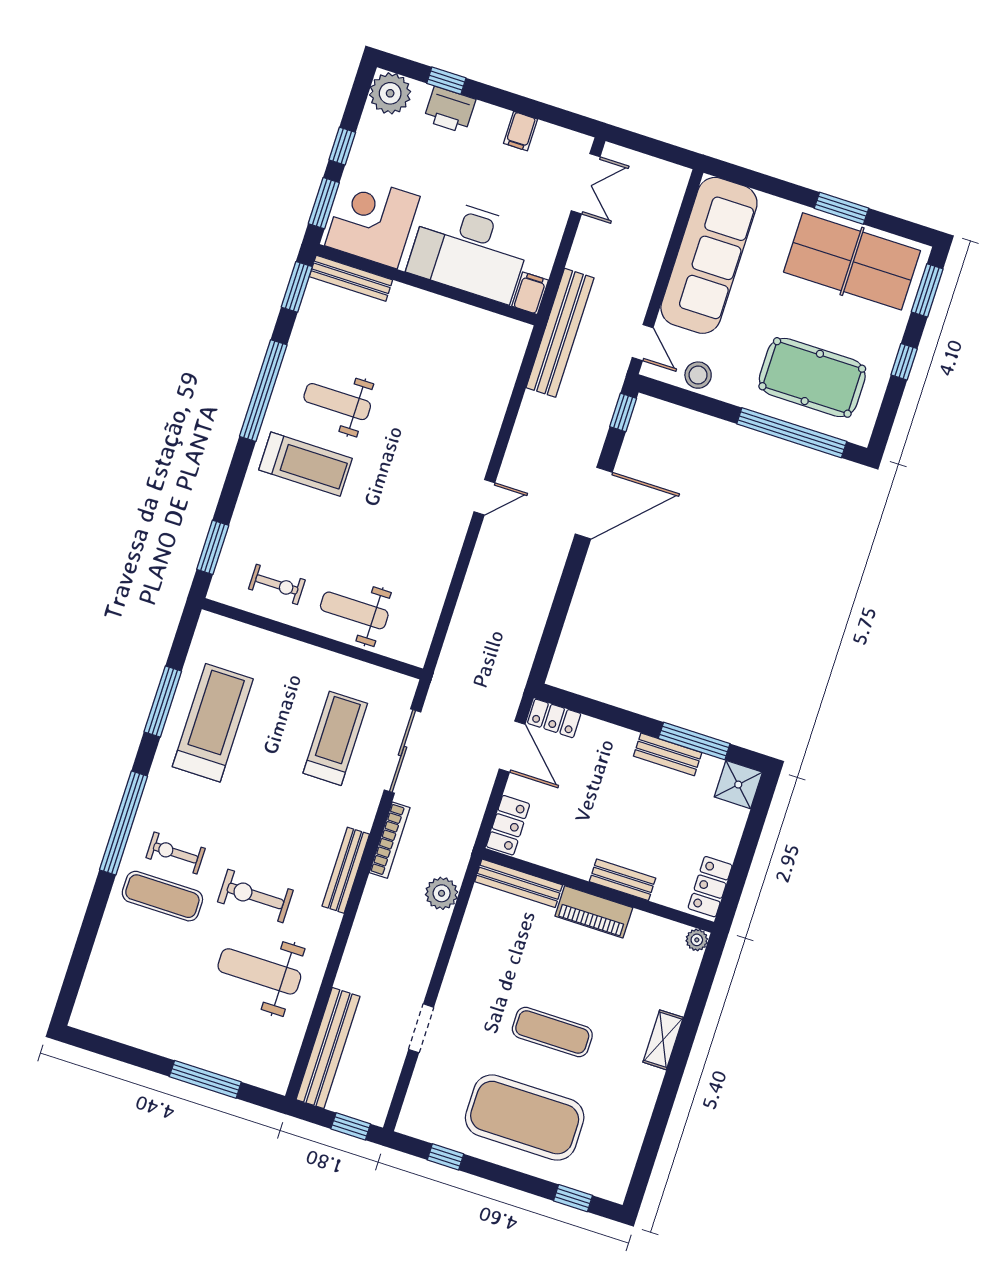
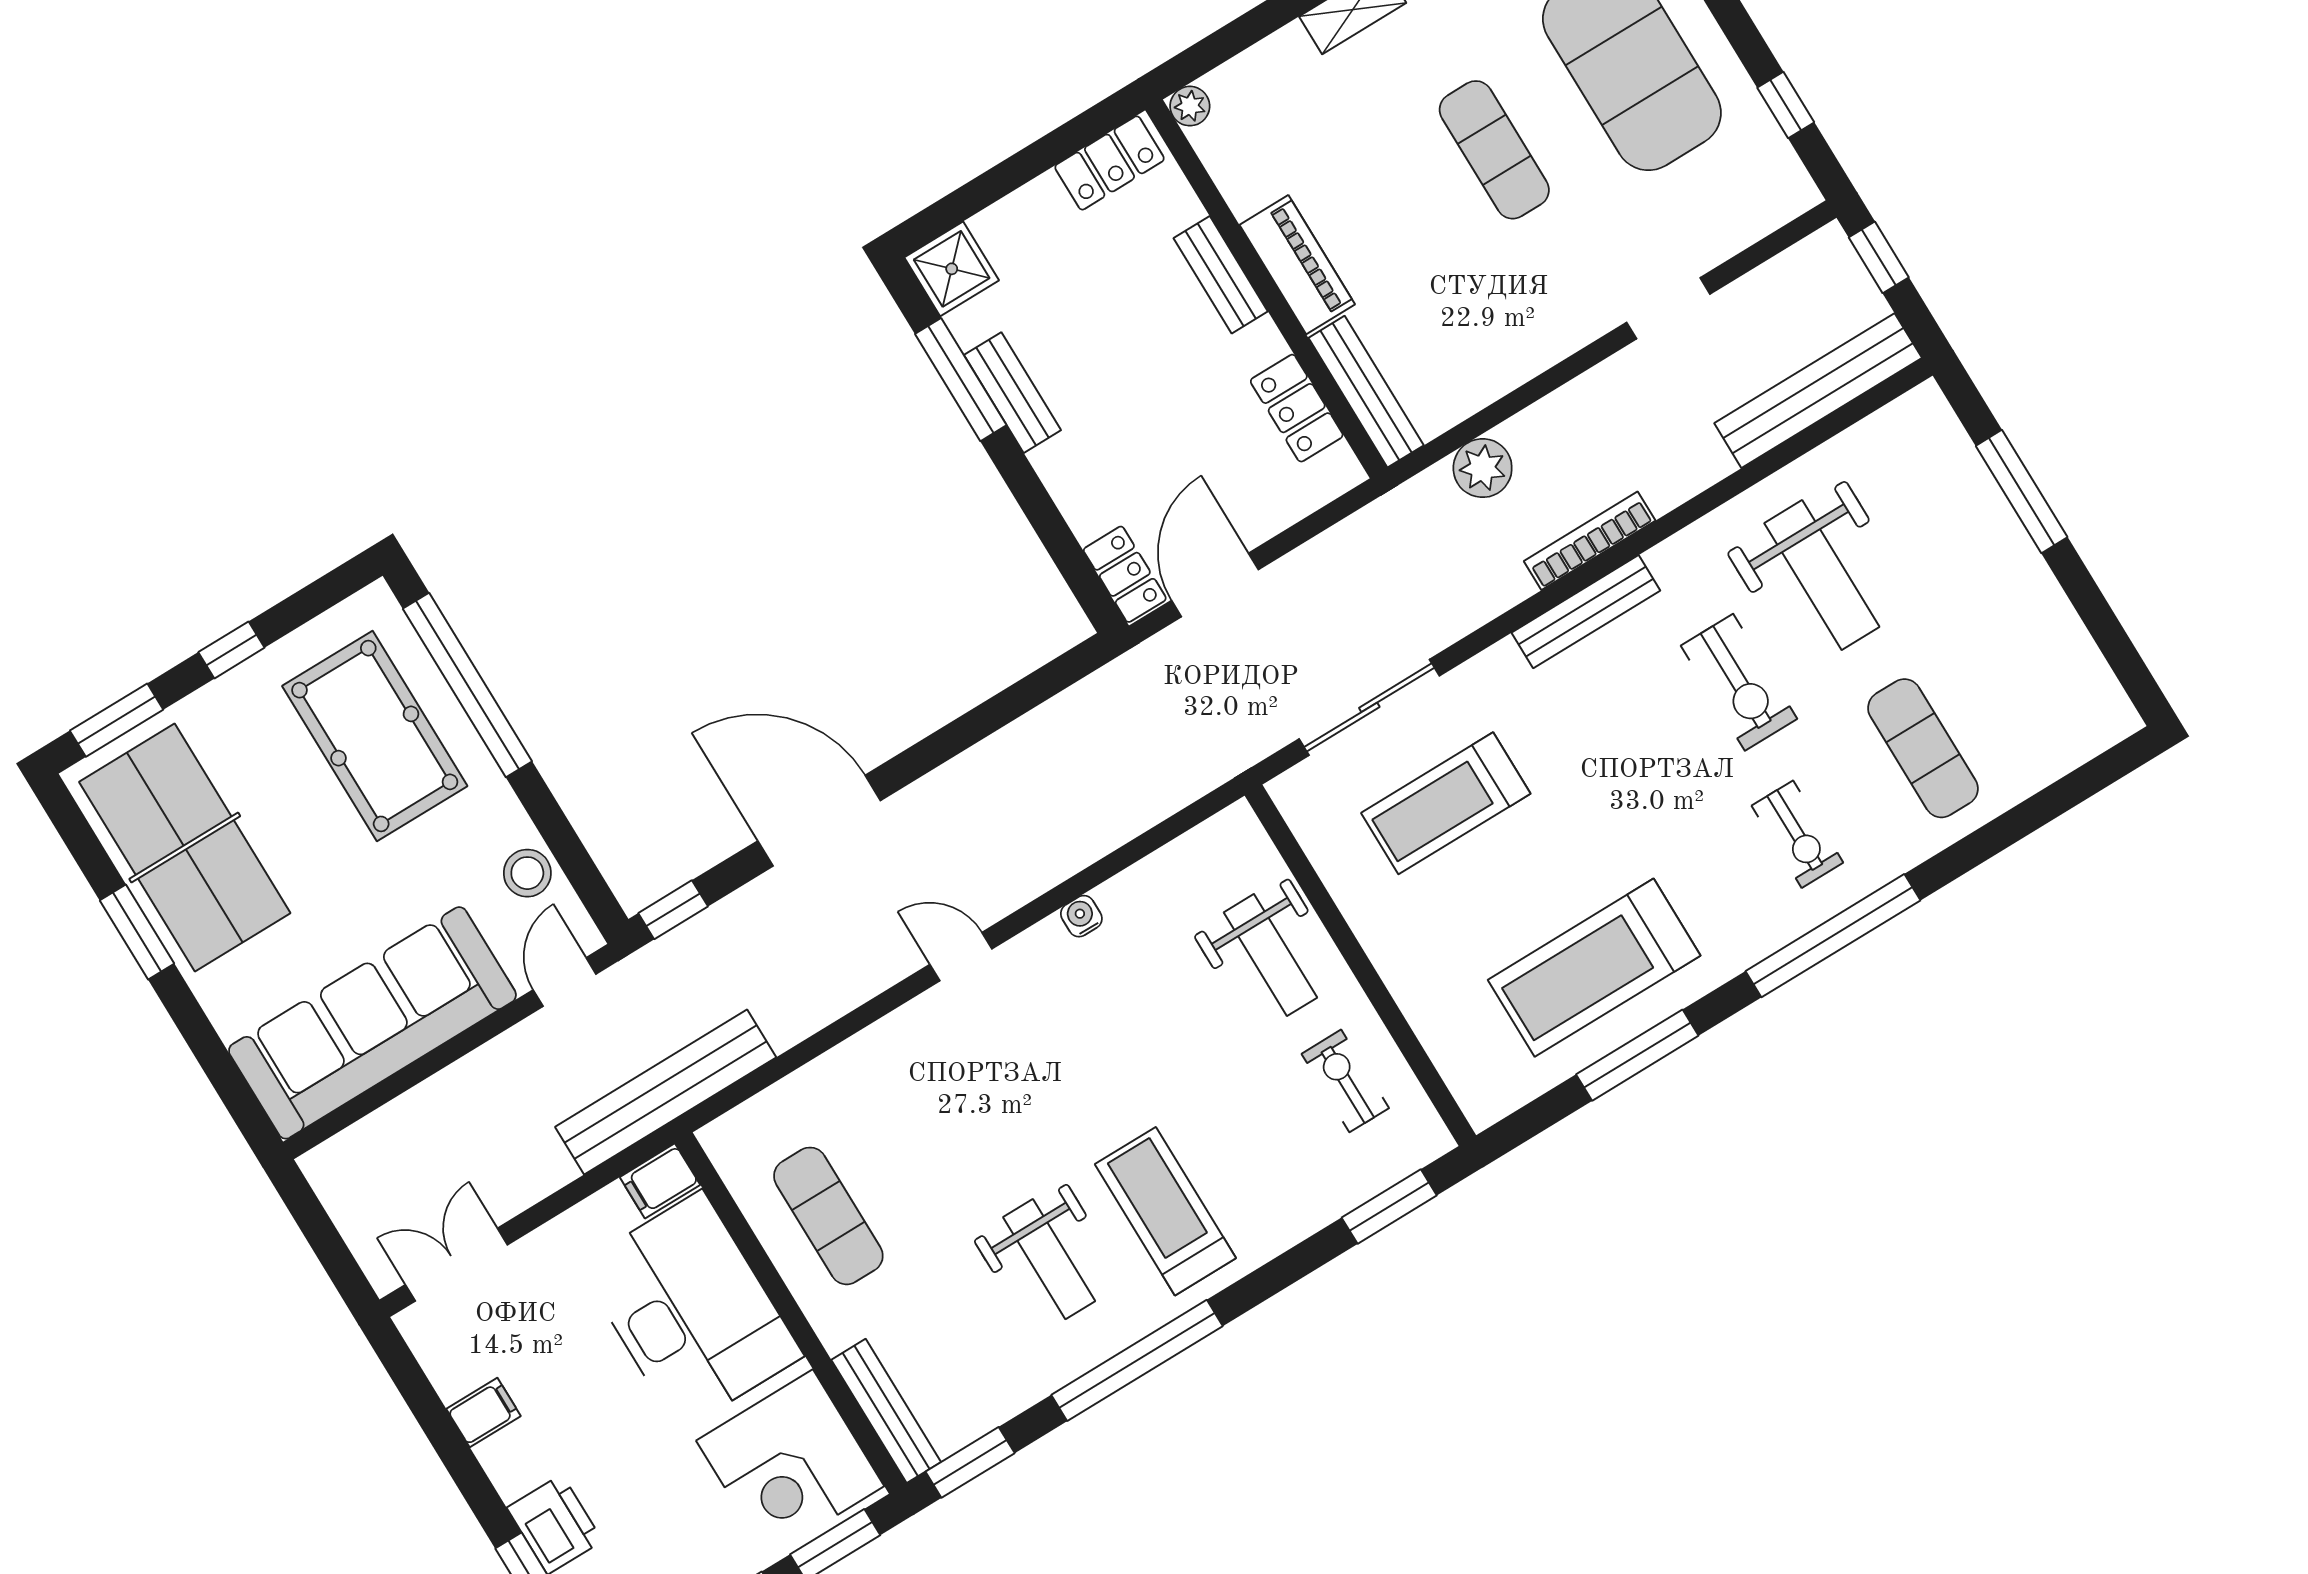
exercise mat: (446, 340) -> (828, 1216), added
water cooler: (448, 558) -> (1081, 916), added
locker: (508, 825) -> (1297, 408), moved, turned -90
bookcase: (390, 840) -> (1590, 541), moved
exercise mat: (162, 896) -> (1923, 748), moved

